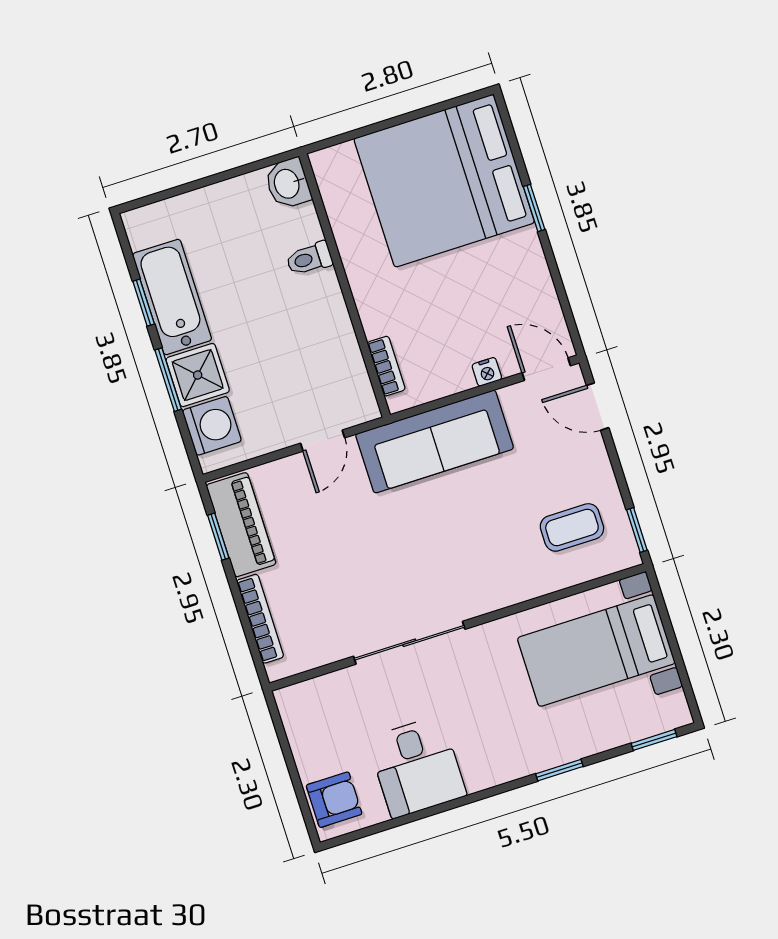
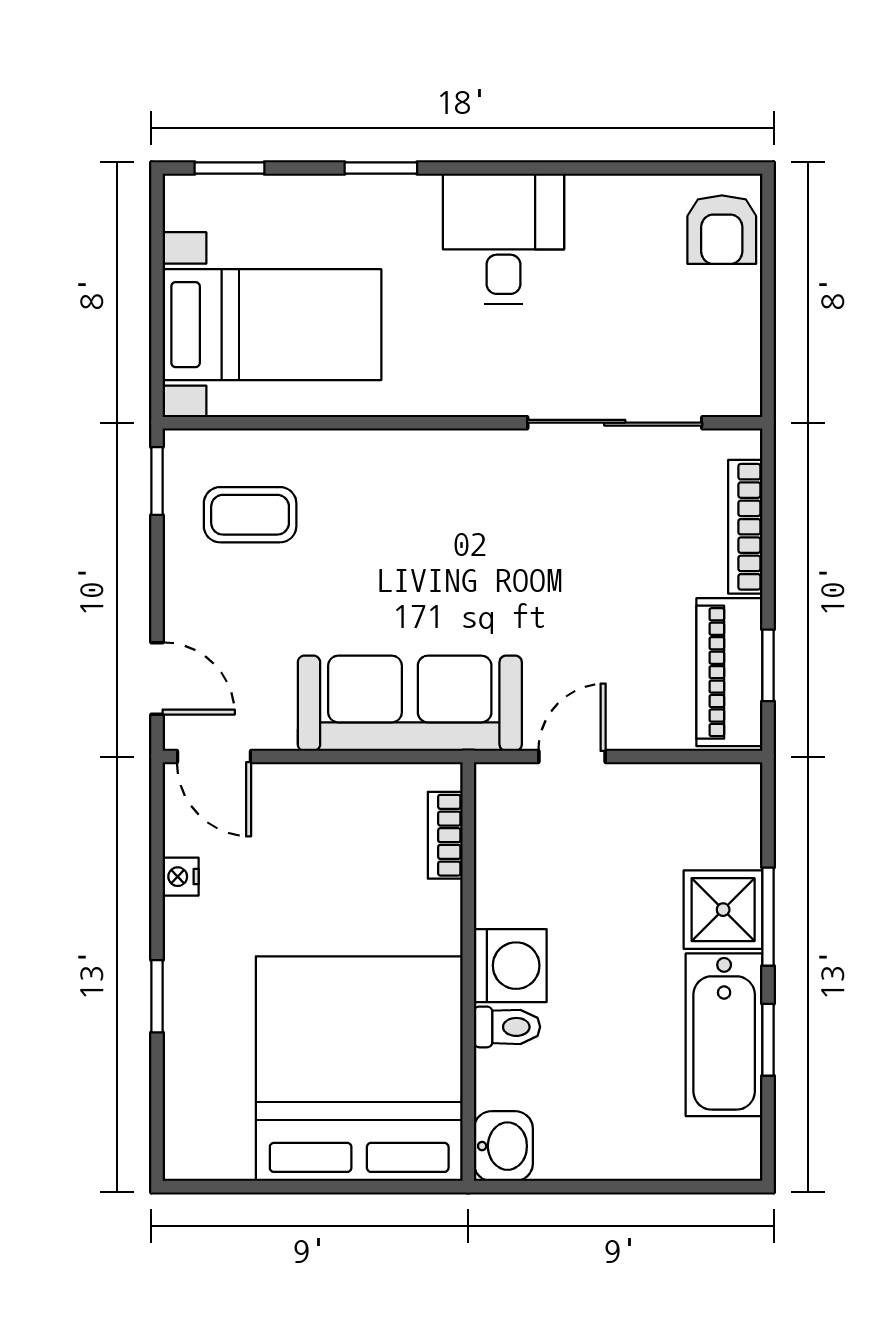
bed: (444, 181) -> (359, 1069), moved, turned -90
nightstand: (487, 372) -> (181, 877), moved, turned -90
washing machine: (212, 426) -> (510, 966), moved, turned 180
sliding door: (409, 643) -> (615, 423), moved
desk: (417, 767) -> (504, 239), moved
armchair: (334, 800) -> (722, 230), turned -90

